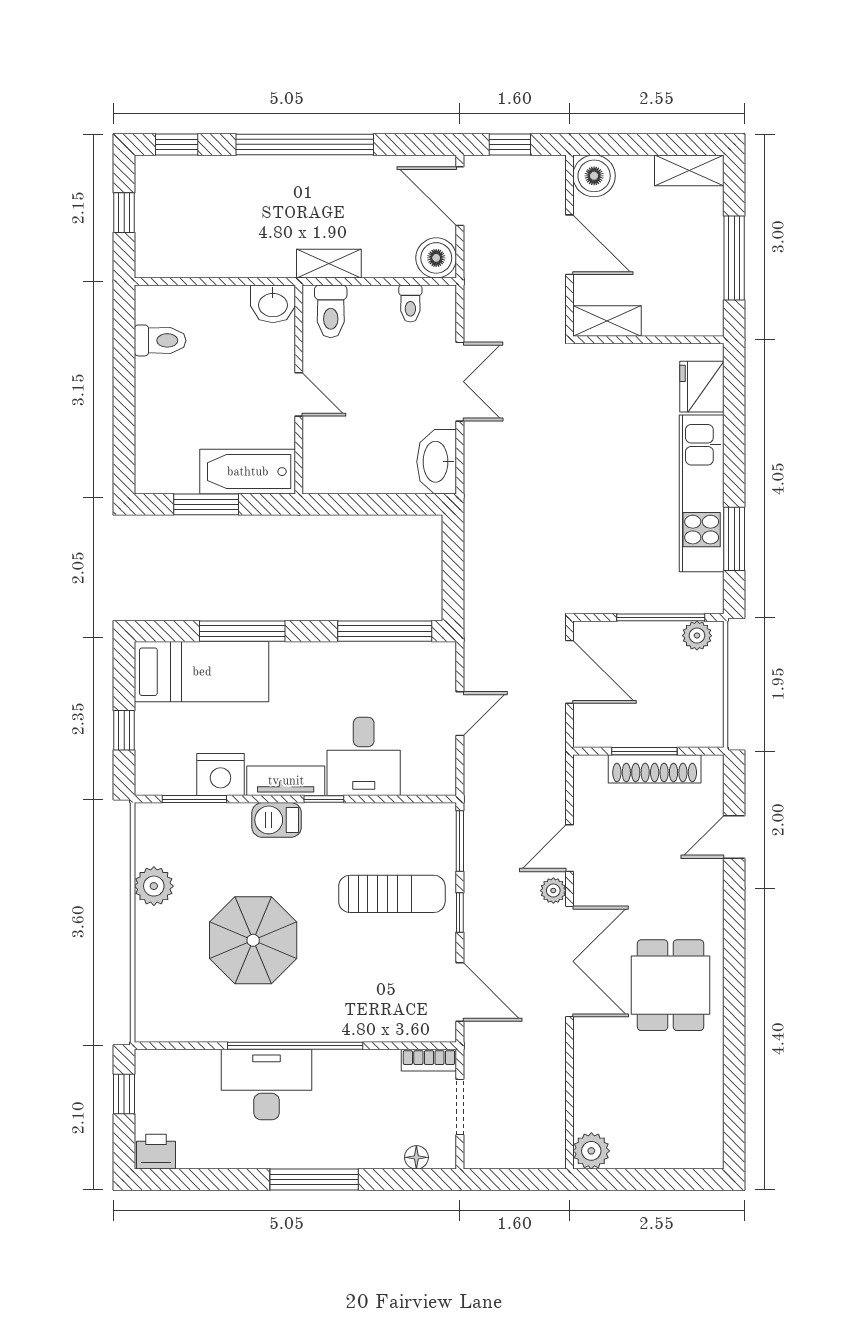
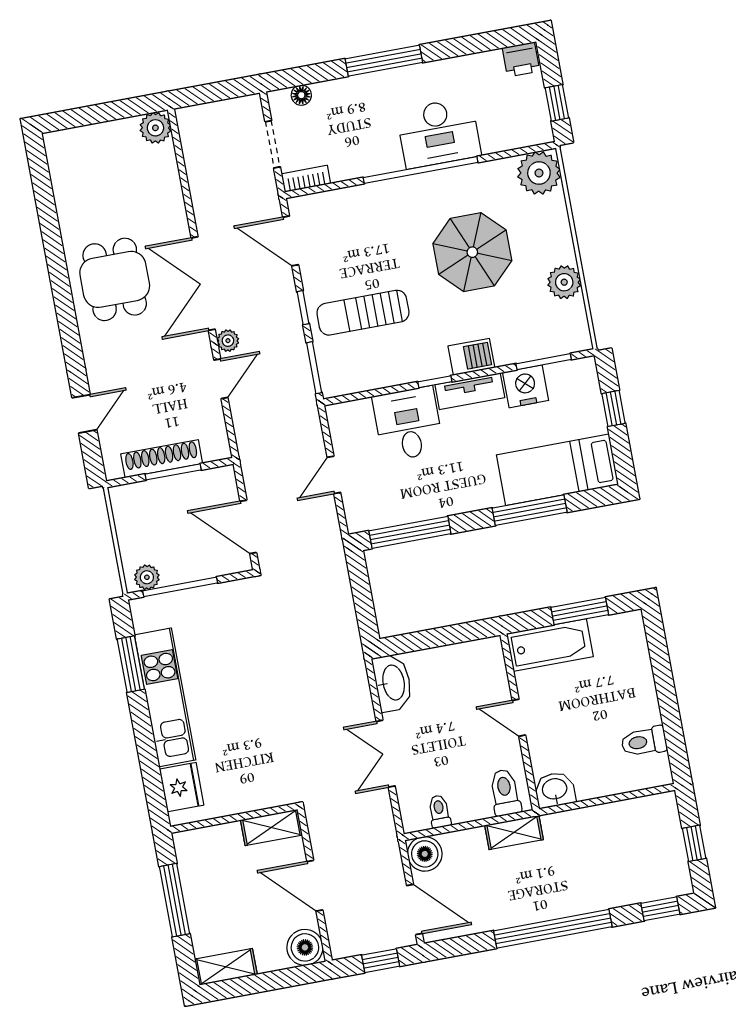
plant: (160, 1017) -> (539, 173), added

